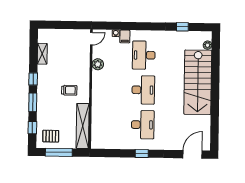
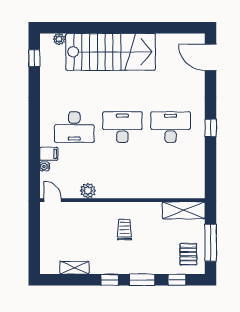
window: (182, 27) -> (34, 58), moved
shelving: (83, 126) -> (184, 210), width x0.68

